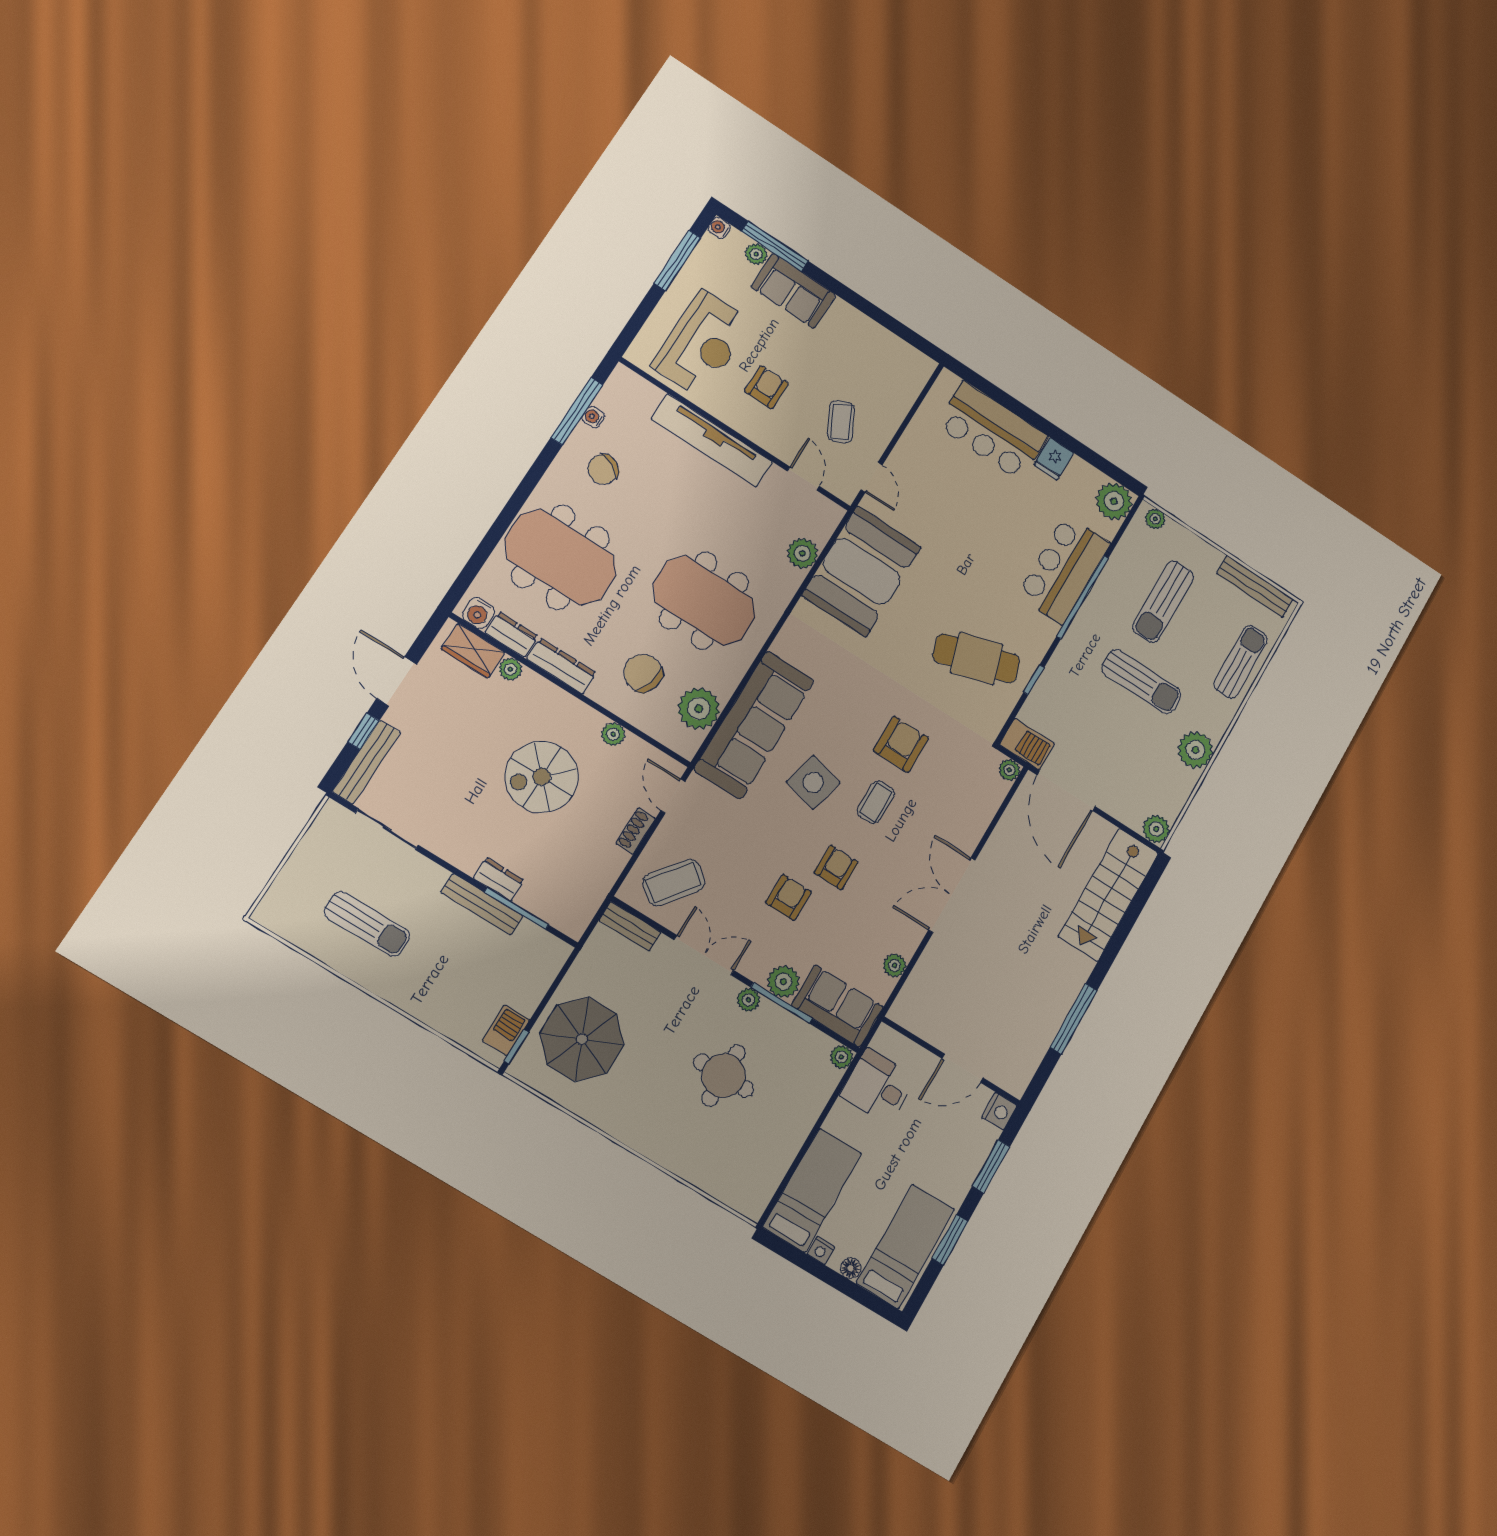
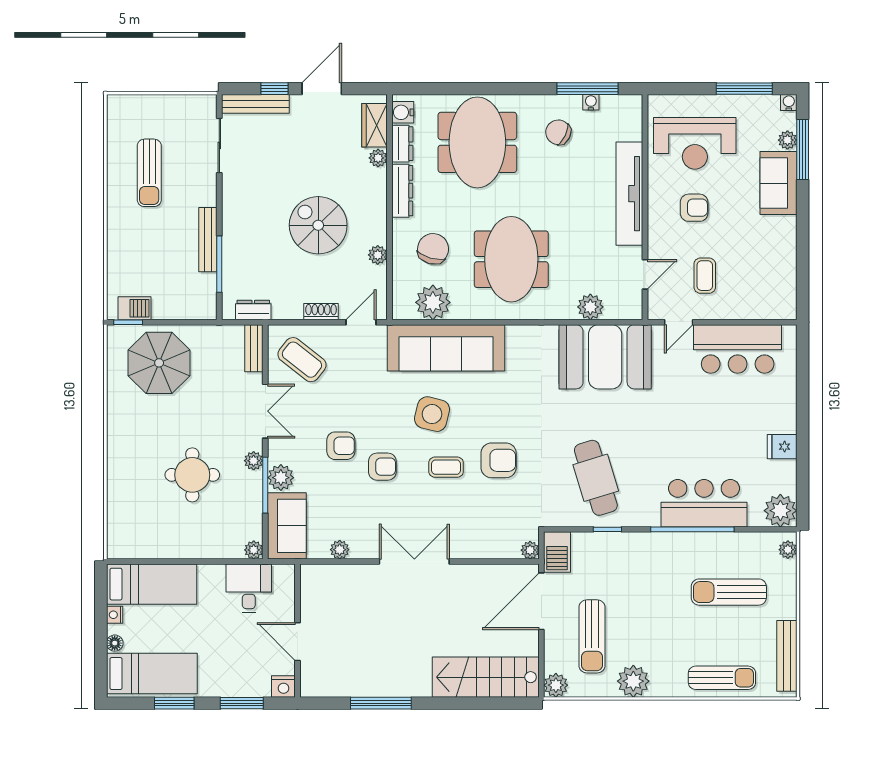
coffee table: (841, 422) -> (705, 276), turned -63
bar counter: (992, 431) -> (738, 349), moved, turned -90
sun lounger: (1142, 681) -> (592, 636), moved
dresser: (499, 879) -> (253, 310), moved, turned -90

